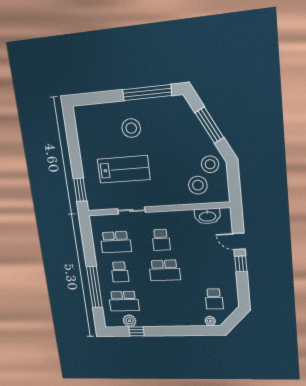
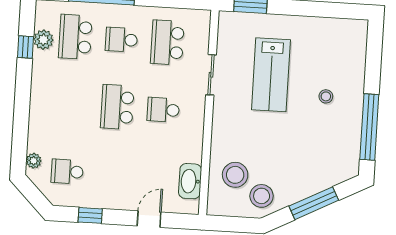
stool: (131, 128) -> (326, 96), width x0.53, depth x0.53
window: (241, 264) -> (90, 215), moved

